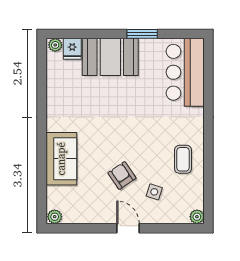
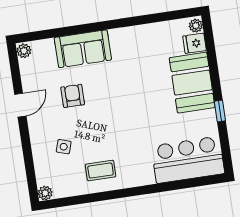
window: (142, 34) -> (220, 111), width x0.67
armchair: (122, 175) -> (73, 96), moved, turned -56
door: (128, 228) -> (20, 105), moved

